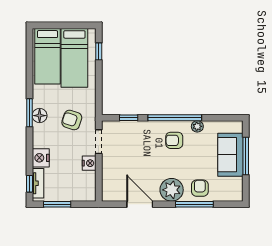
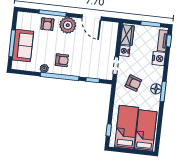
wardrobe: (88, 185) -> (127, 35), added

